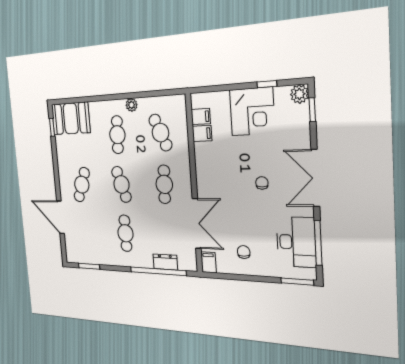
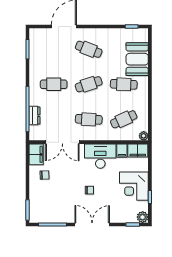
plant: (132, 105) -> (144, 136), moved
filing cabinet: (201, 117) -> (138, 150), width x2.00
booth: (71, 118) -> (137, 59), moved
desk: (296, 242) -> (100, 156), moved, turned 180
filing cabinet: (209, 262) -> (36, 154), width x2.00

